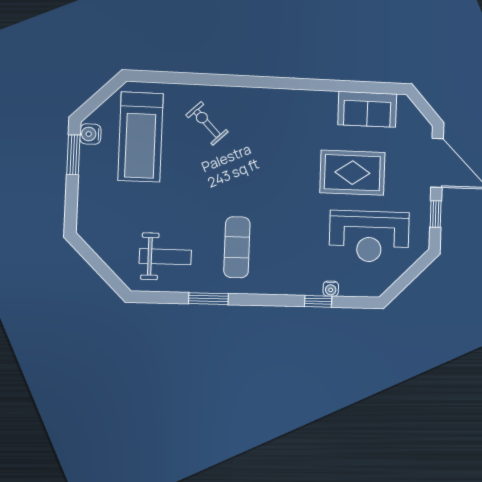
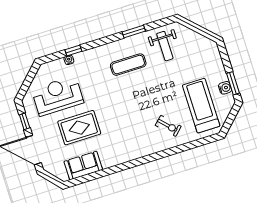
water cooler: (90, 134) -> (225, 88), moved
exercise mat: (237, 247) -> (128, 65), turned 90
weight bench: (165, 257) -> (165, 46), turned -90

